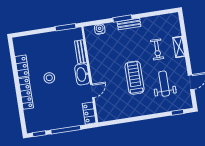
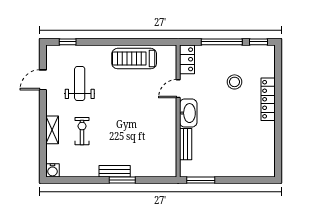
water cooler: (100, 29) -> (53, 170), moved
locker: (22, 66) -> (268, 137), removed
stool: (49, 78) -> (235, 82), moved
treadmill: (135, 78) -> (134, 59), moved, turned 90
weight bench: (164, 84) -> (80, 84), turned 180

